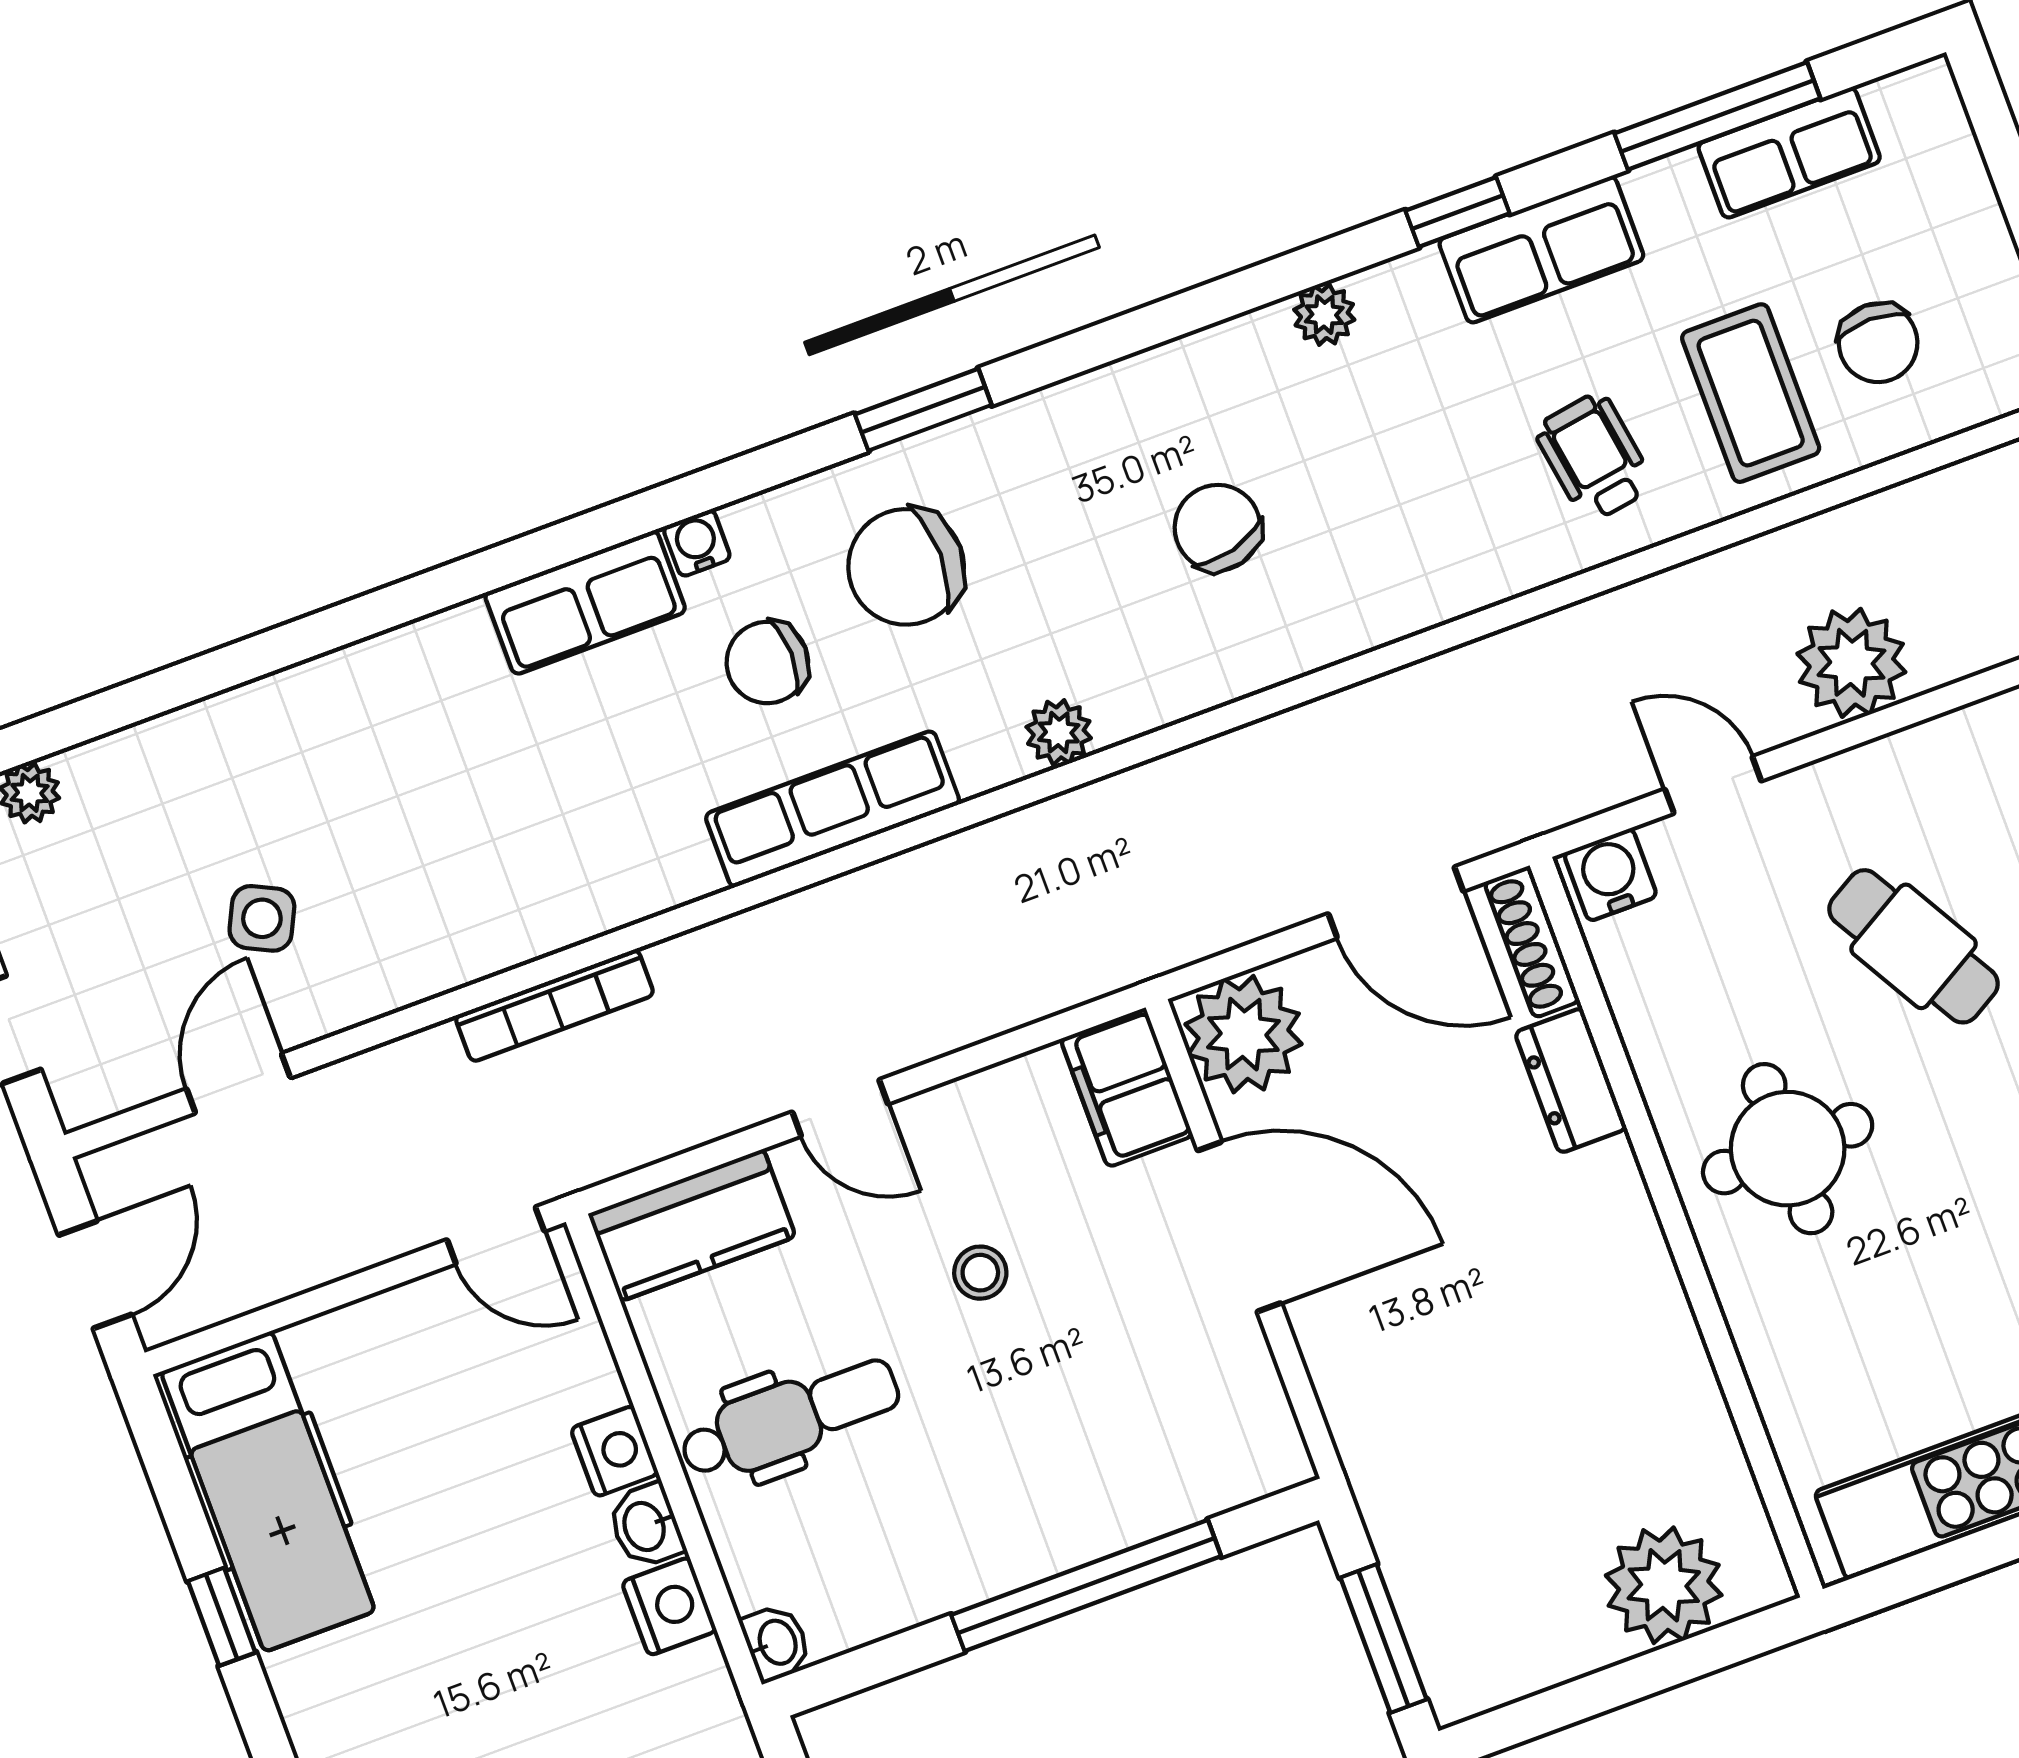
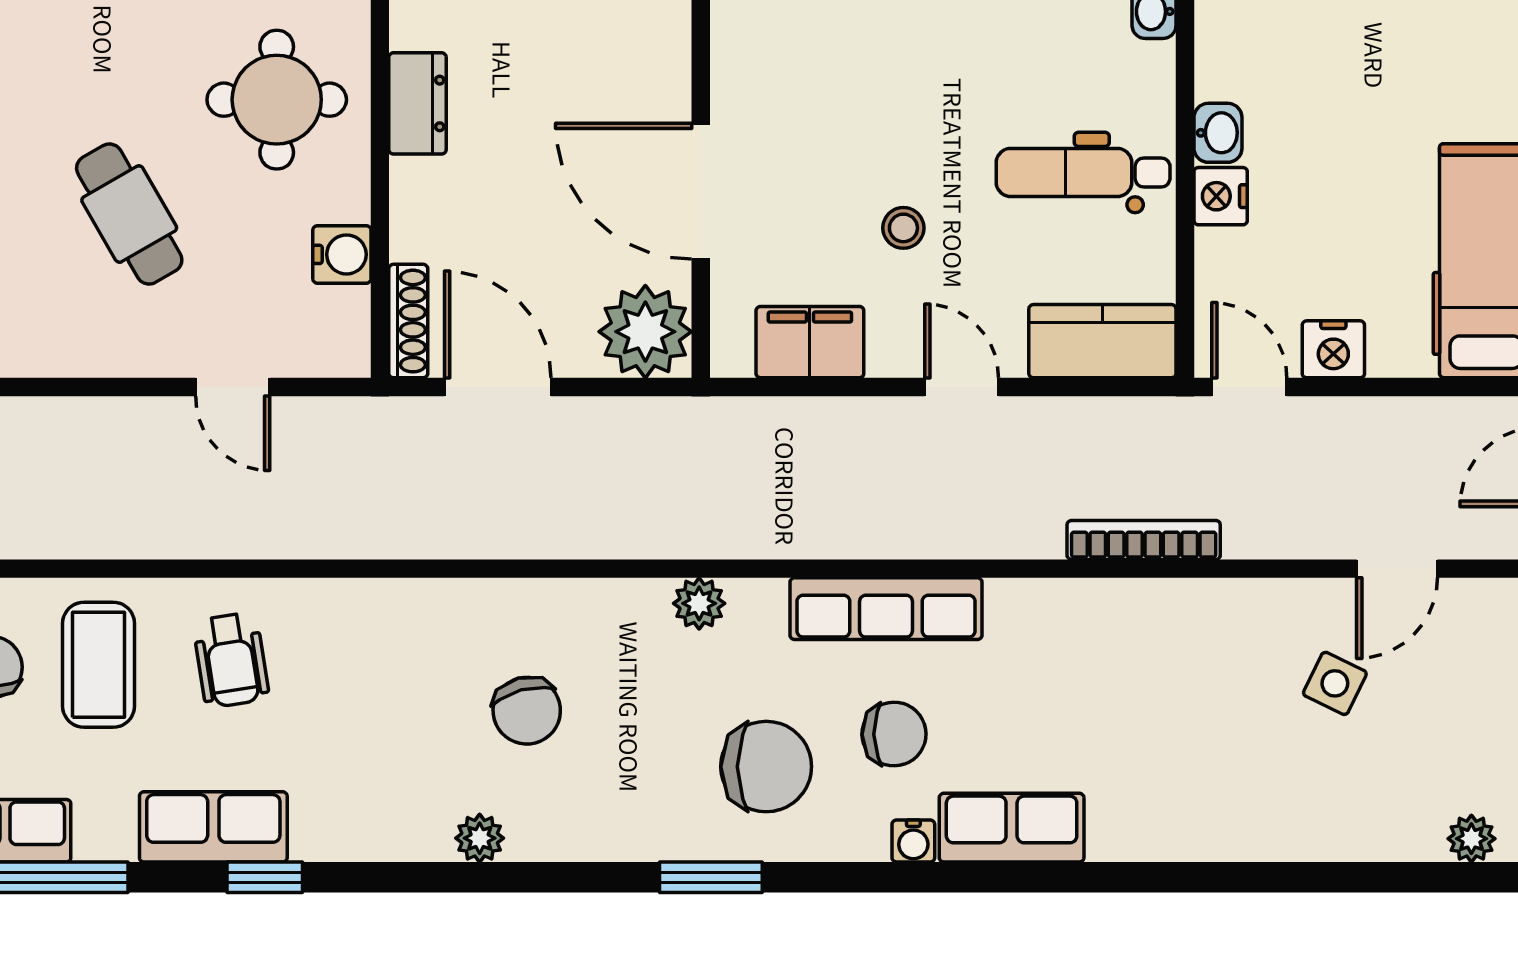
plant: (1324, 315) -> (480, 838), moved
plant: (1851, 663) -> (98, 439), removed
water cooler: (1610, 875) -> (342, 254), moved, turned -90
dresser: (1571, 1081) -> (417, 103), moved
filing cabinet: (1127, 1087) -> (810, 342), moved, turned -90
nightstand: (669, 1606) -> (1333, 349), moved, turned -90

